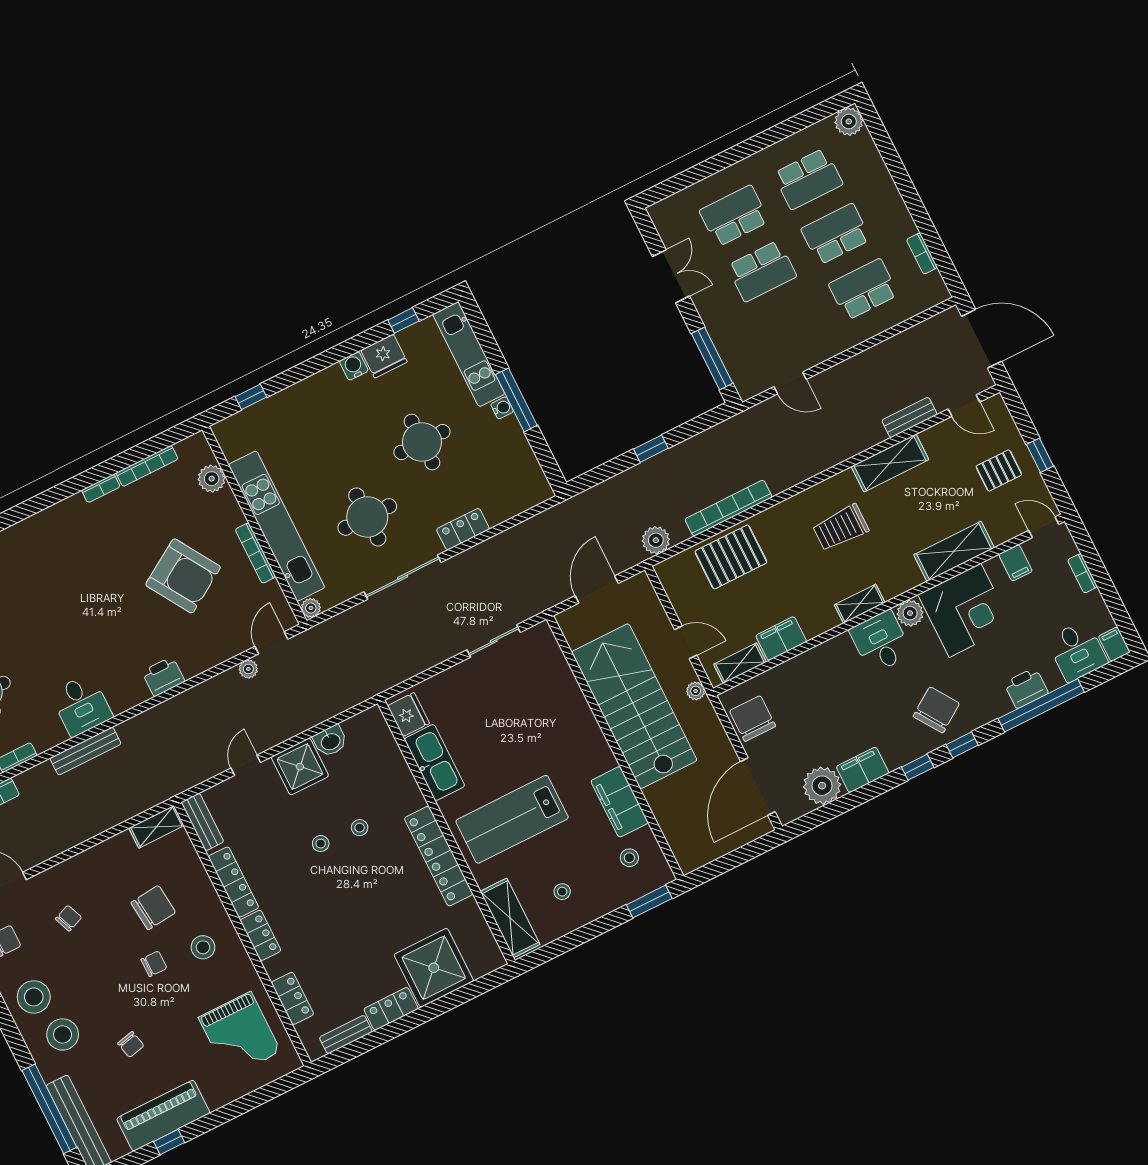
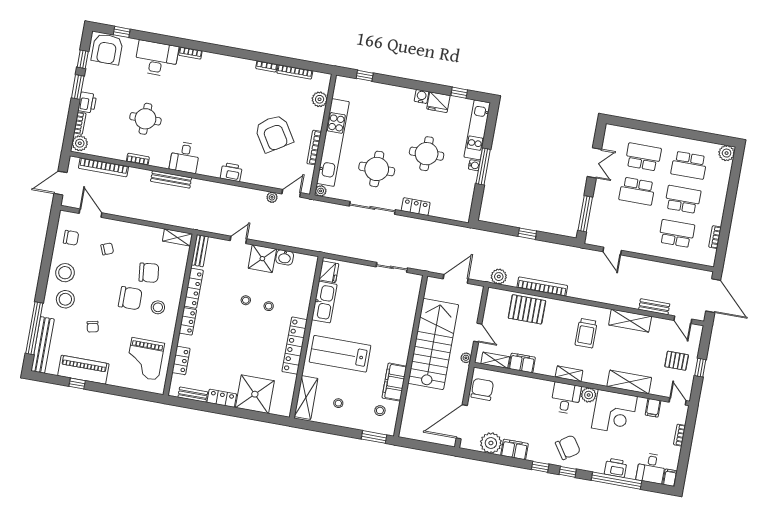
trolley: (841, 528) -> (586, 333), turned -90
chair: (154, 964) -> (130, 298), width x1.87, depth x1.87

